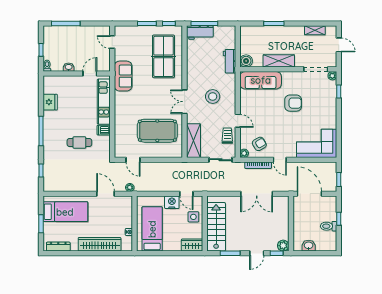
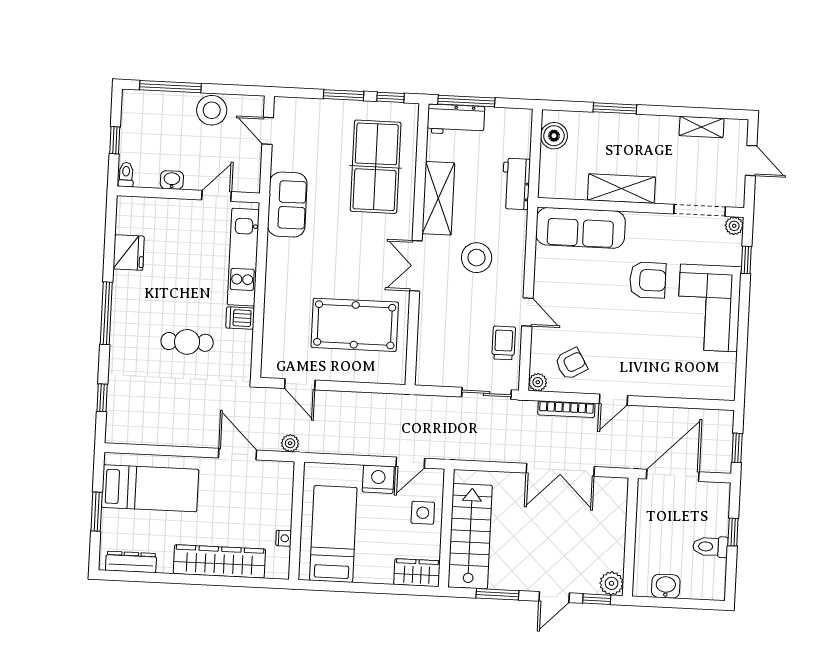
stool: (86, 34) -> (212, 110), added
boiler: (246, 61) -> (554, 136), moved
shelving: (193, 141) -> (438, 198), moved
corner sofa: (317, 143) -> (709, 308), moved, turned -90
door: (280, 160) -> (613, 400), hinge flipped
door: (186, 194) -> (410, 463), hinge flipped
door: (309, 194) -> (673, 475), hinge flipped

